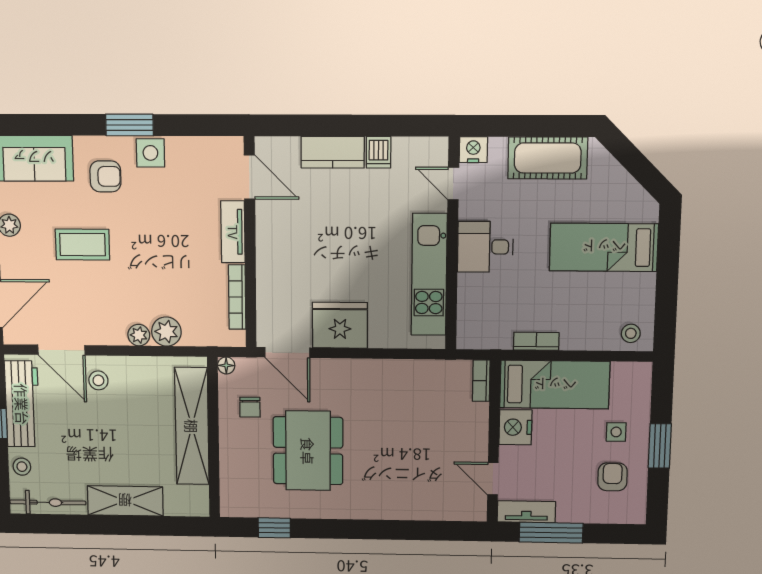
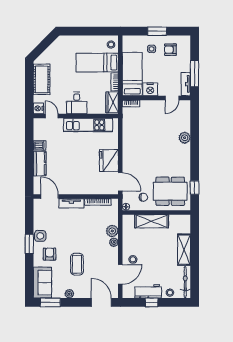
door: (249, 177) -> (50, 196), hinge flipped
door: (453, 183) -> (52, 116), swing flipped
bed: (604, 247) -> (97, 63), moved, turned 90
wardrobe: (485, 335) -> (112, 102), added
door: (287, 353) -> (120, 182), hinge flipped
workbench: (22, 404) -> (148, 291), width x0.73
shelving: (192, 426) -> (152, 221), width x0.68
dining table: (308, 451) -> (170, 191), moved
plant: (395, 507) -> (185, 138), added

